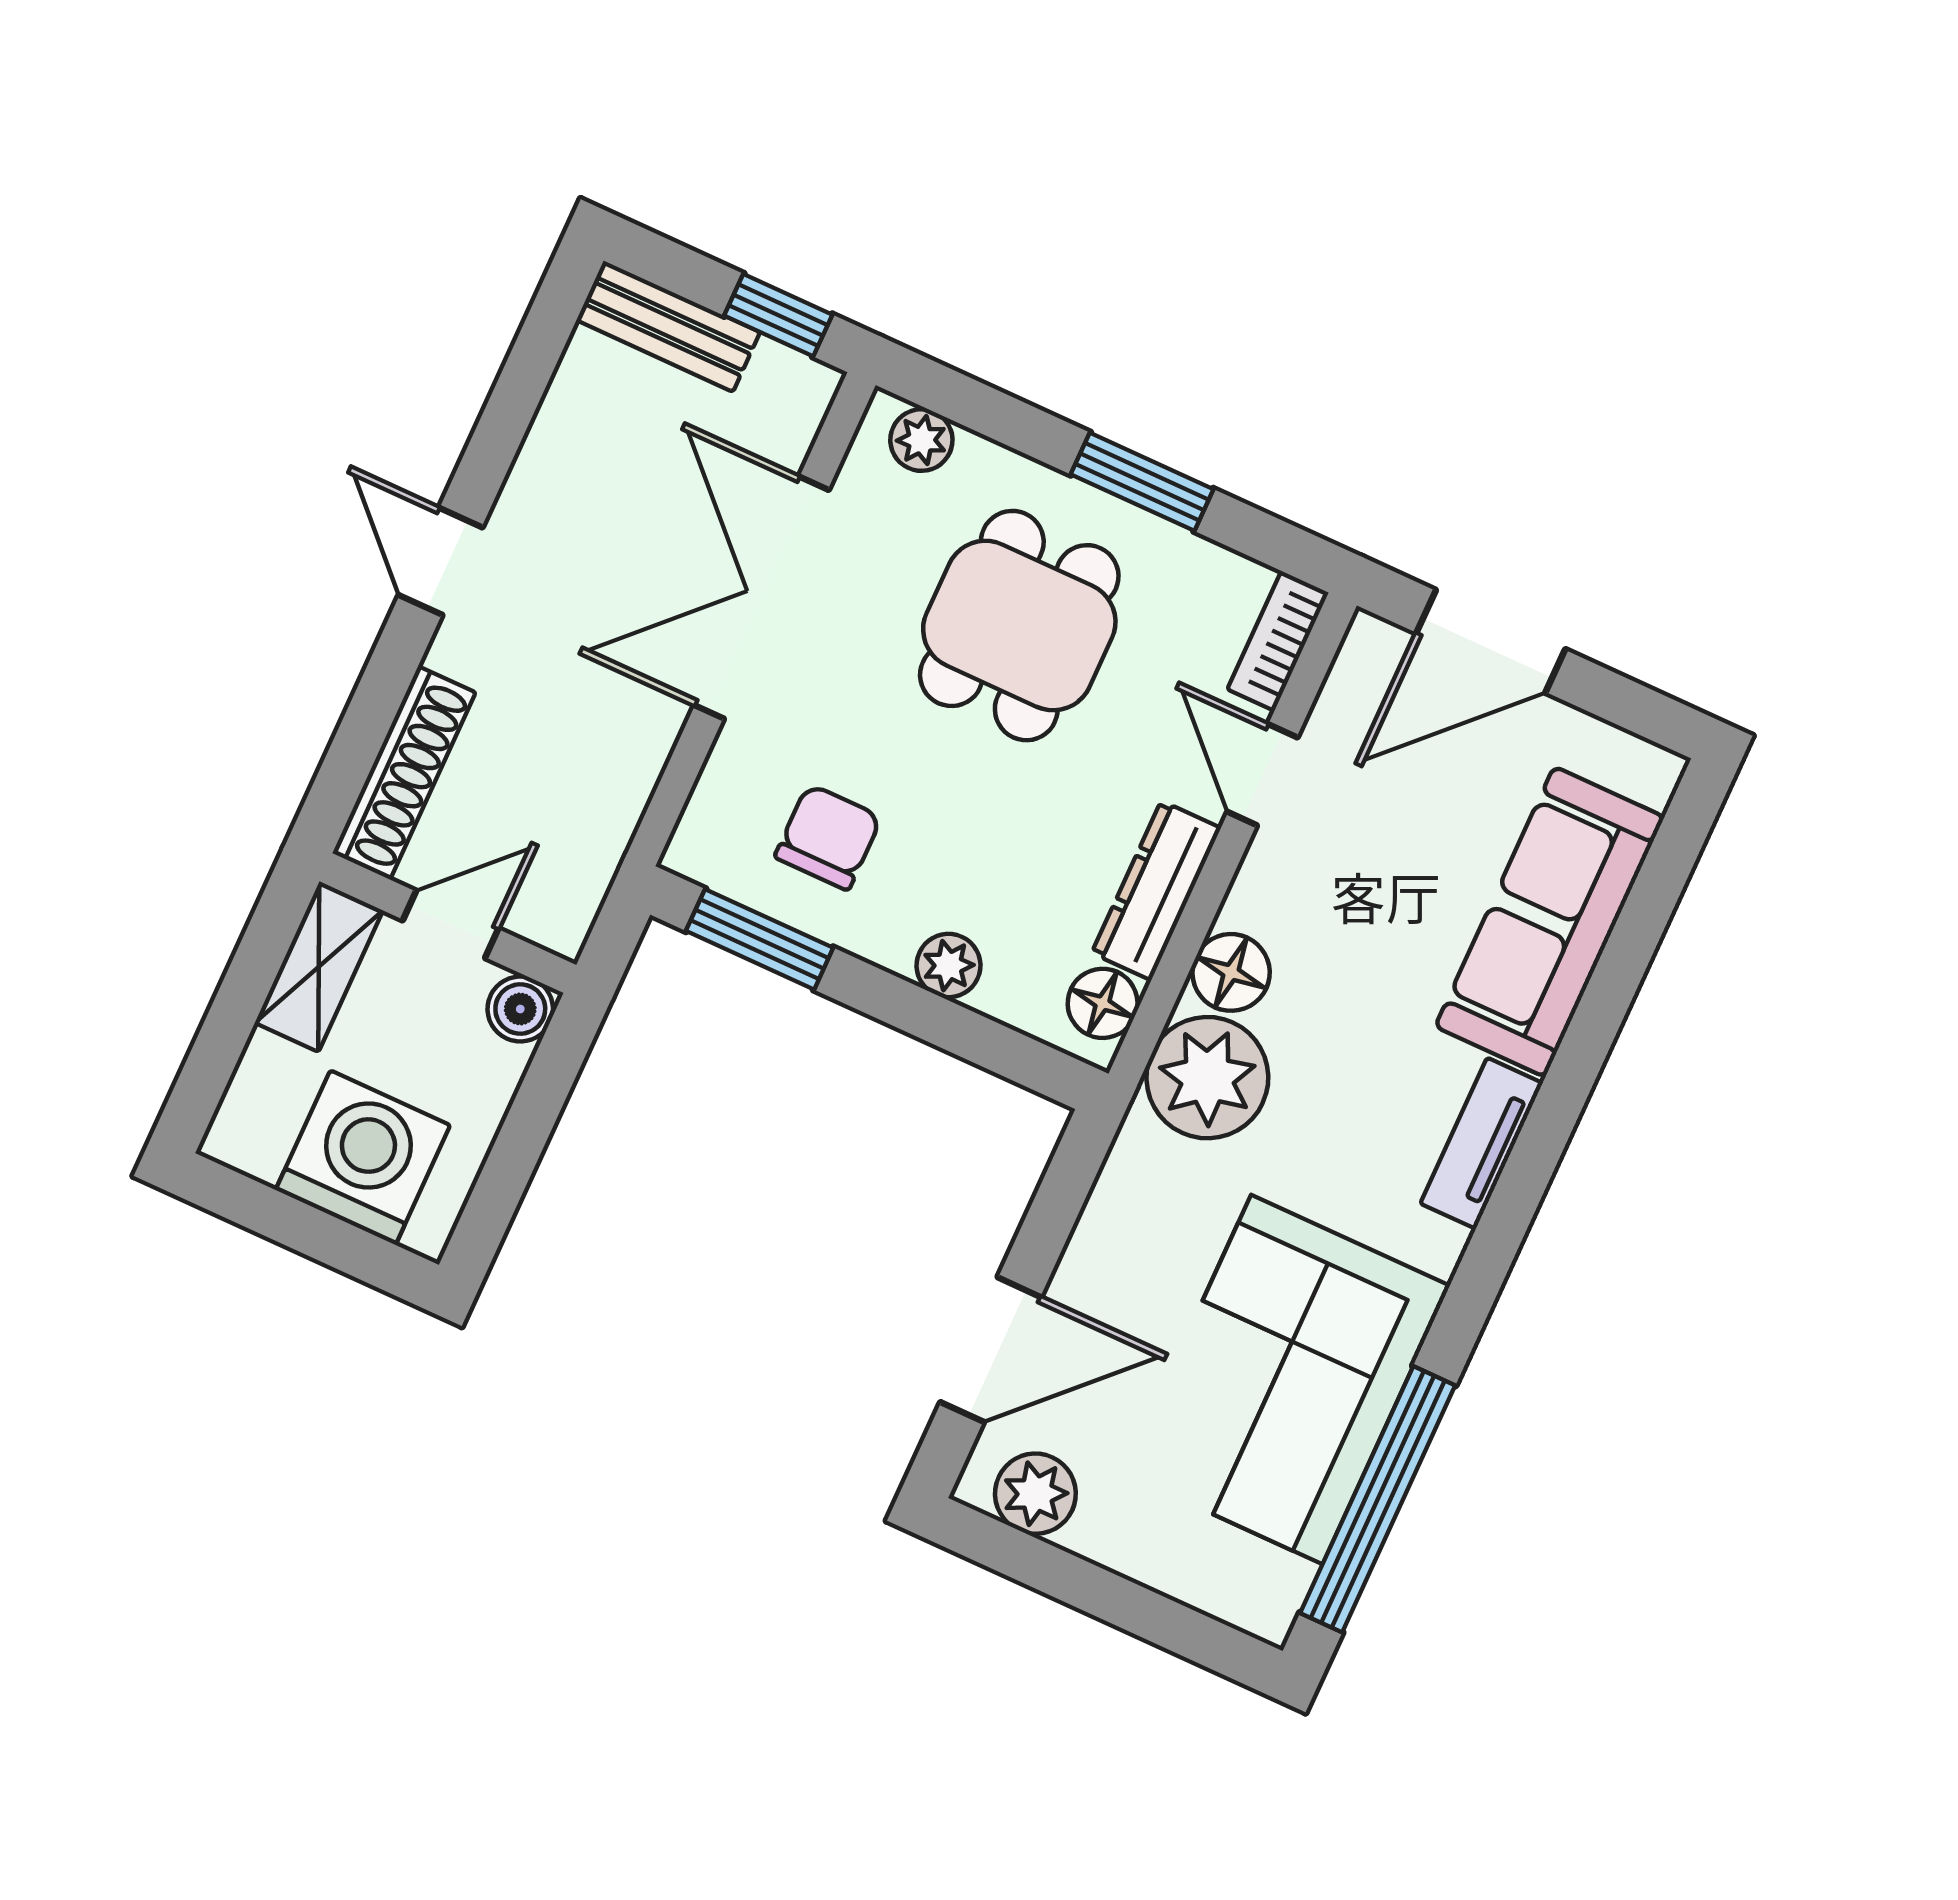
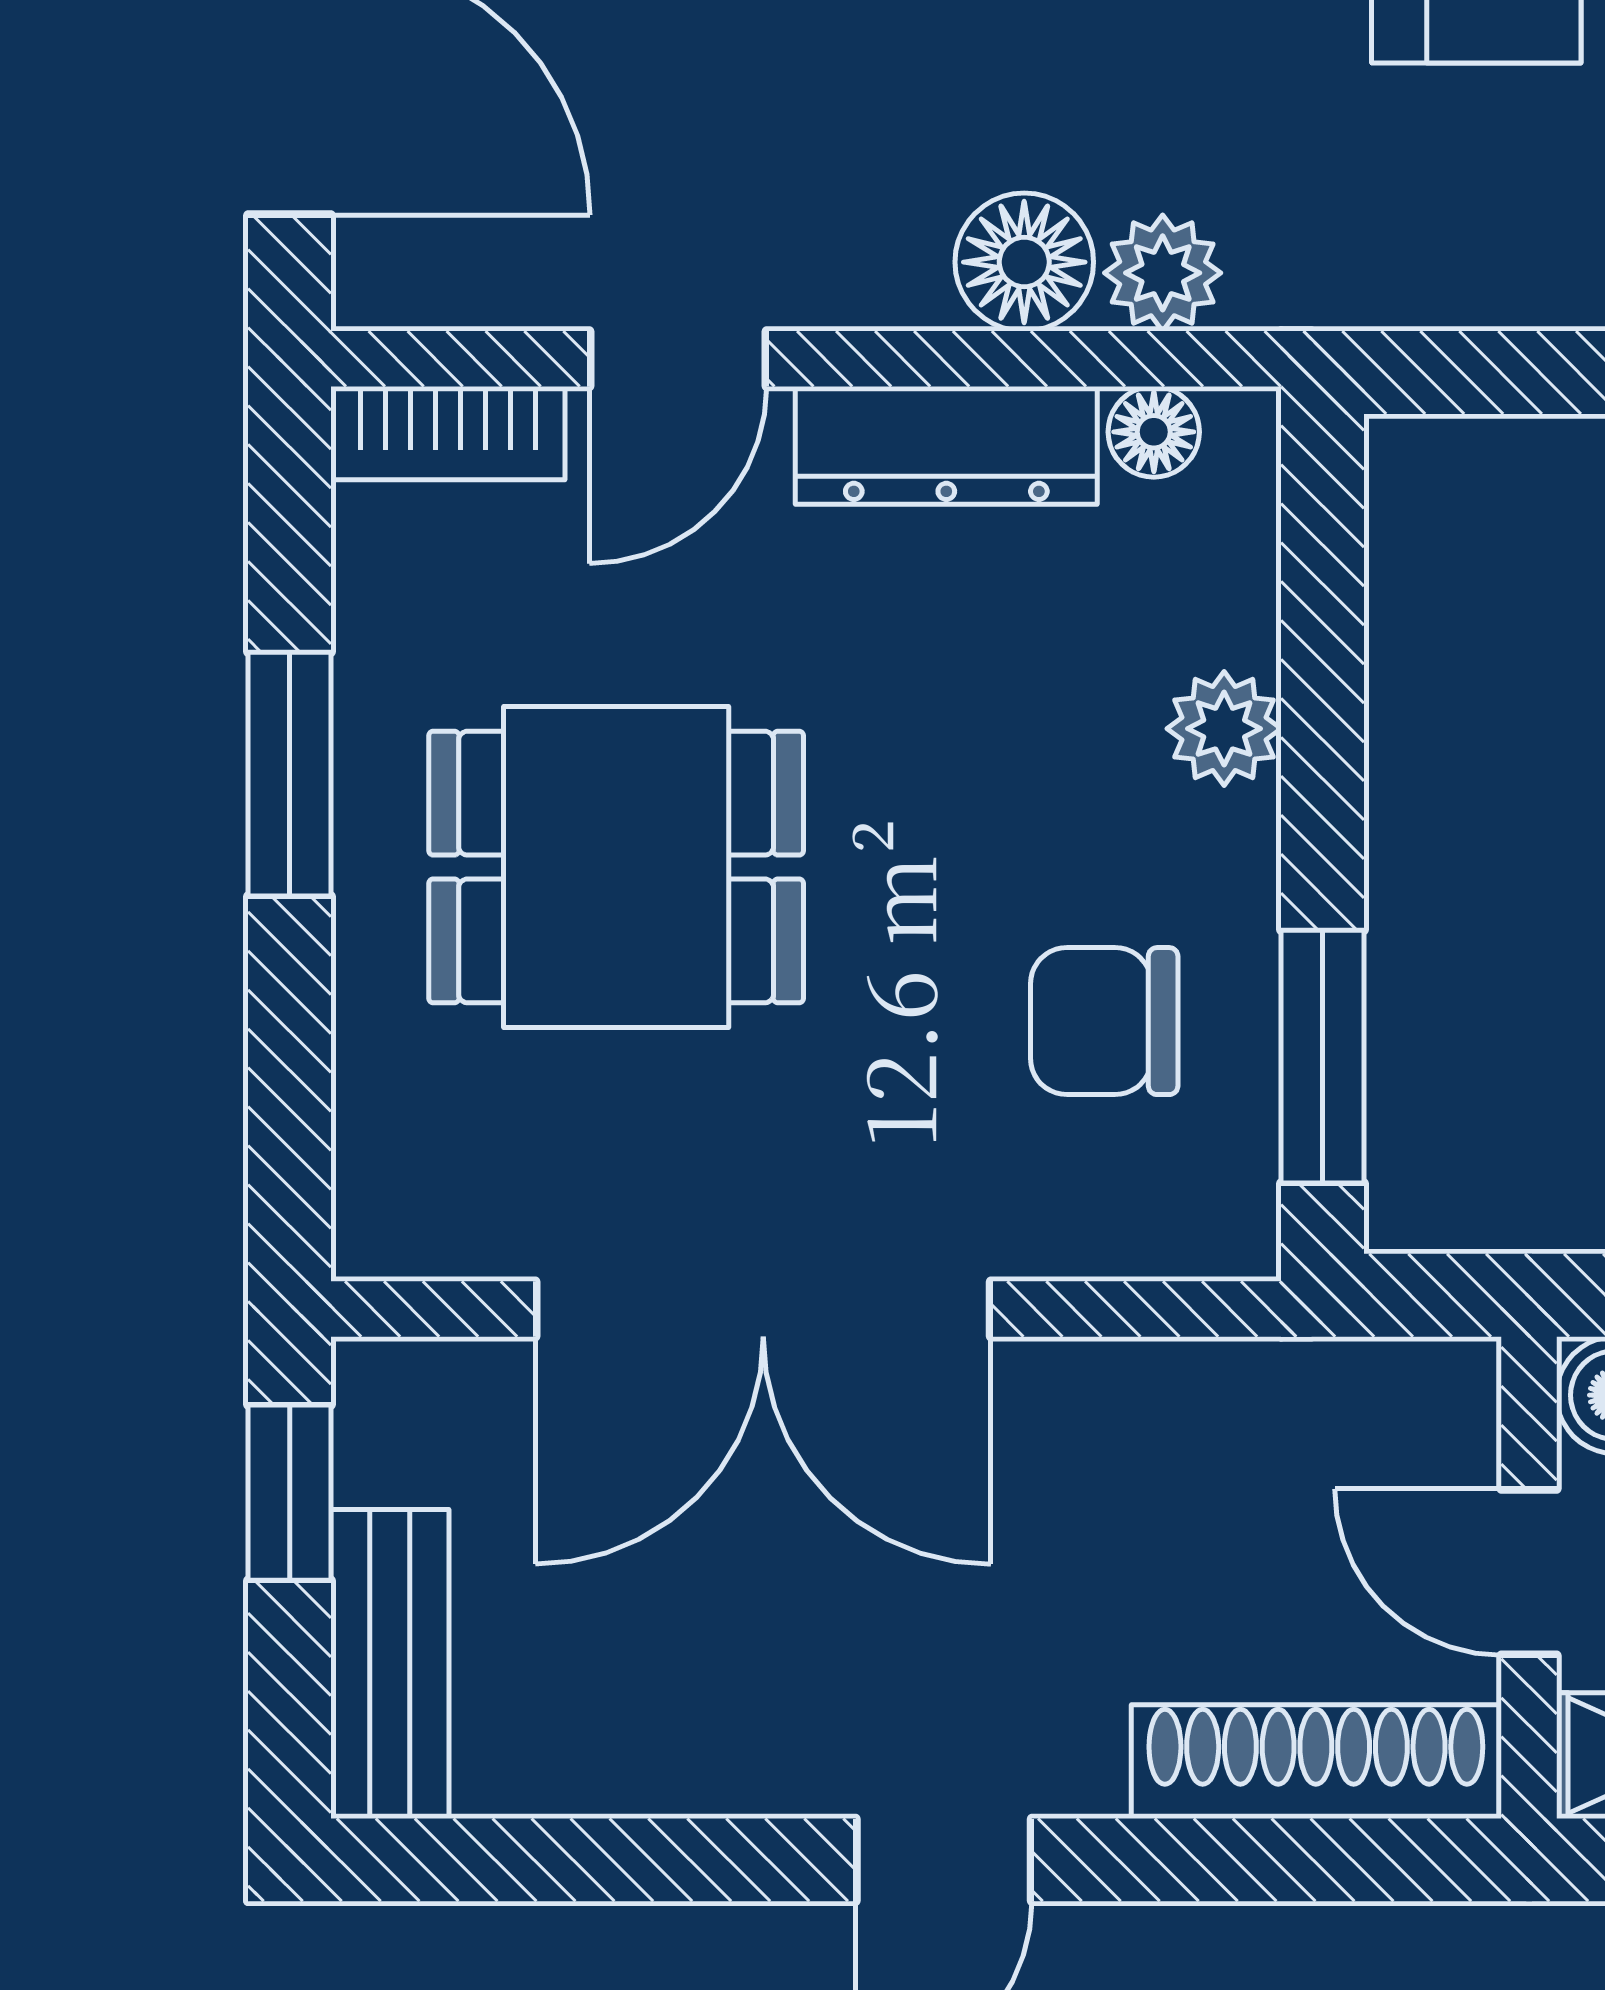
plant: (921, 440) -> (386, 1165), removed
floor lamp: (1103, 1003) -> (1154, 432), width x0.73, depth x0.73
plant: (1207, 1078) -> (1163, 273), width x0.53, depth x0.53

